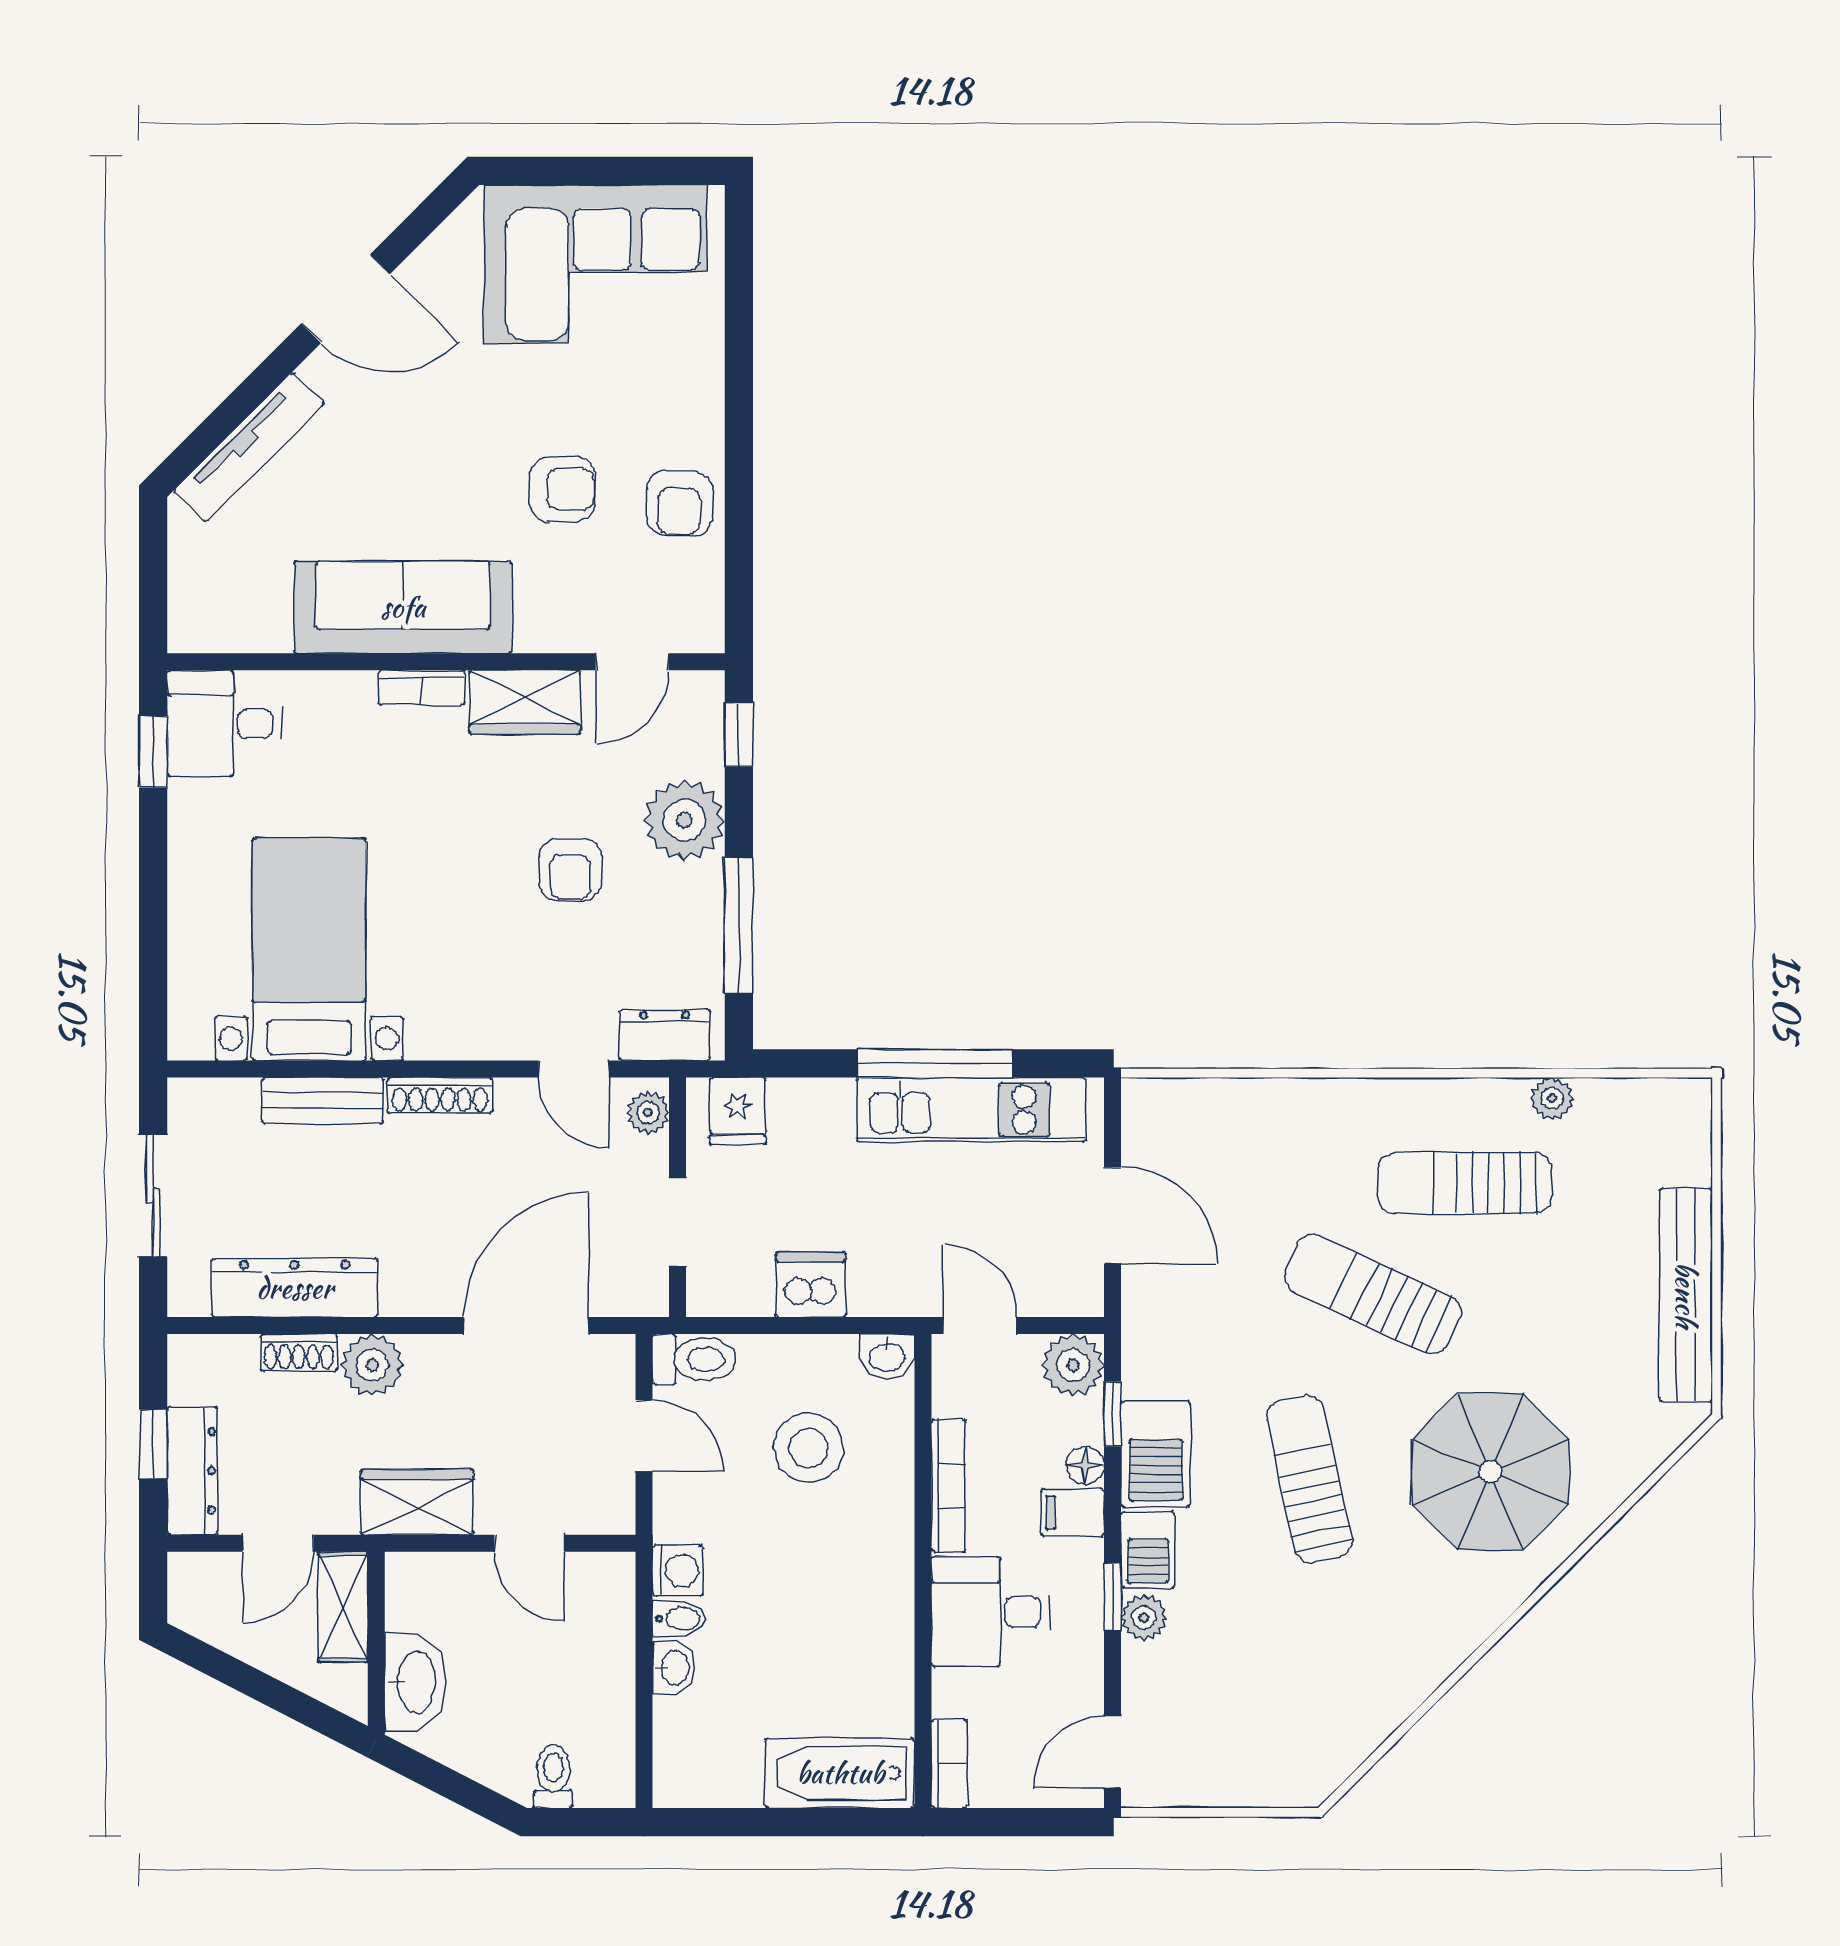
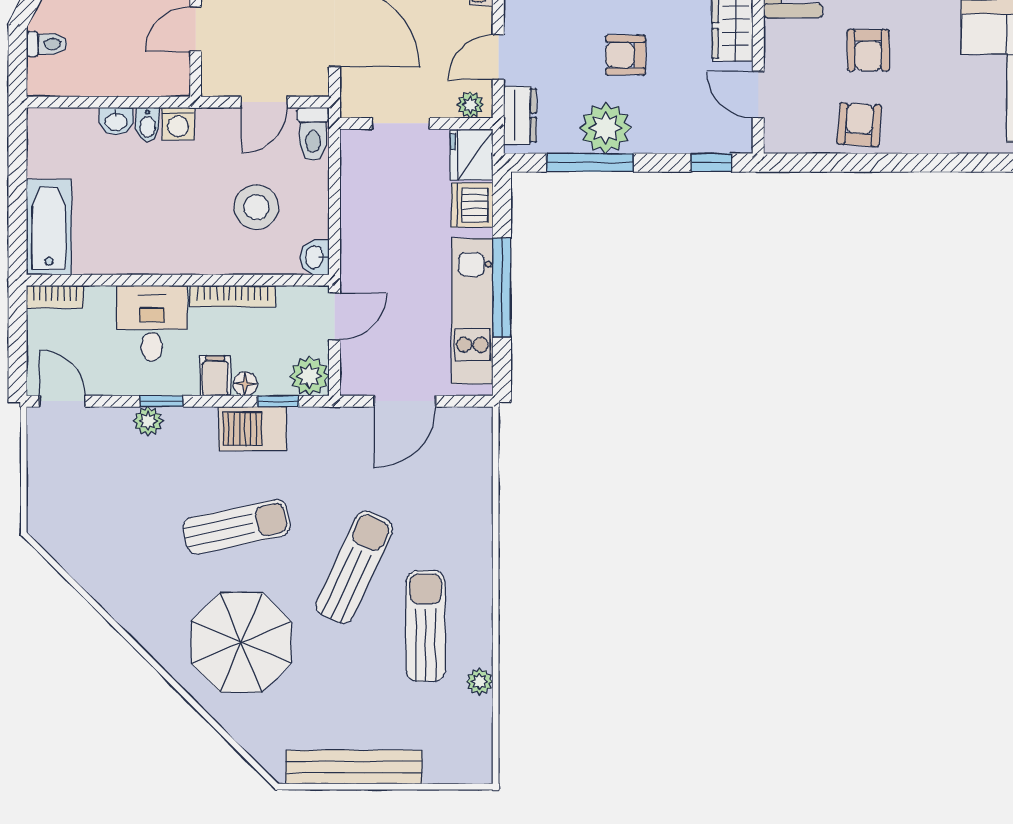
armchair: (679, 503) -> (859, 125), turned 92
plant: (685, 820) -> (605, 128), moved
fridge: (738, 1111) -> (472, 155), width x1.38
dishwasher: (811, 1285) -> (472, 205), moved, turned 180
barbecue: (1148, 1550) -> (191, 424), removed

